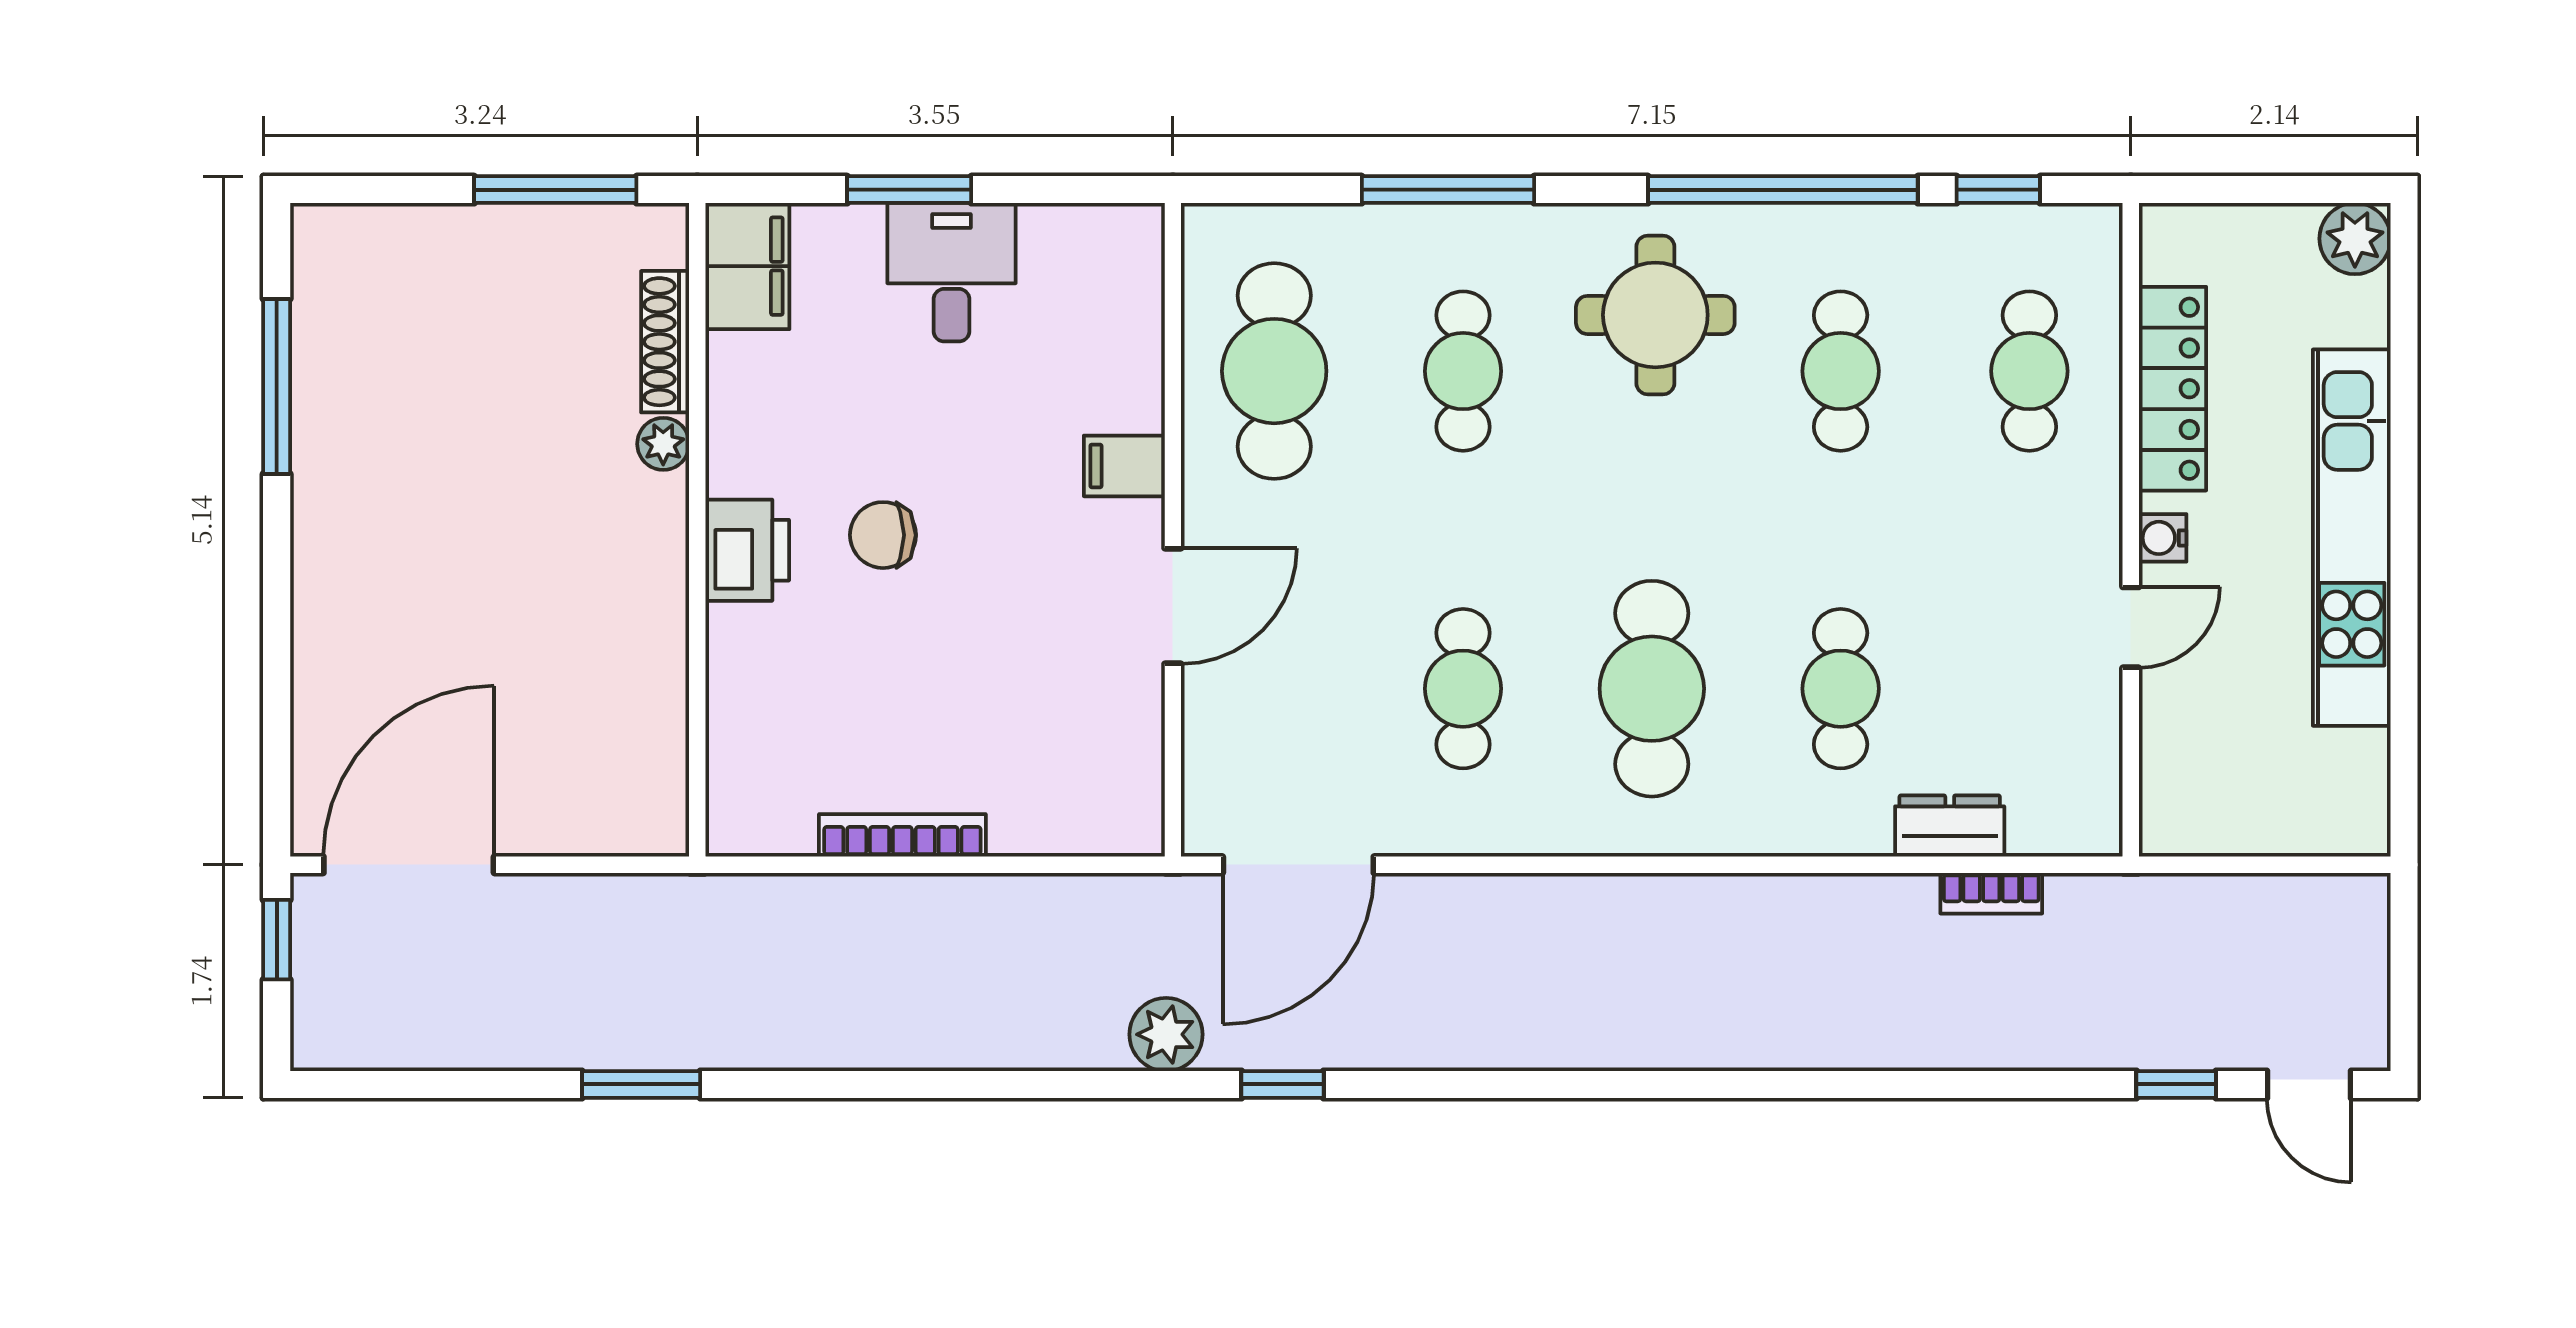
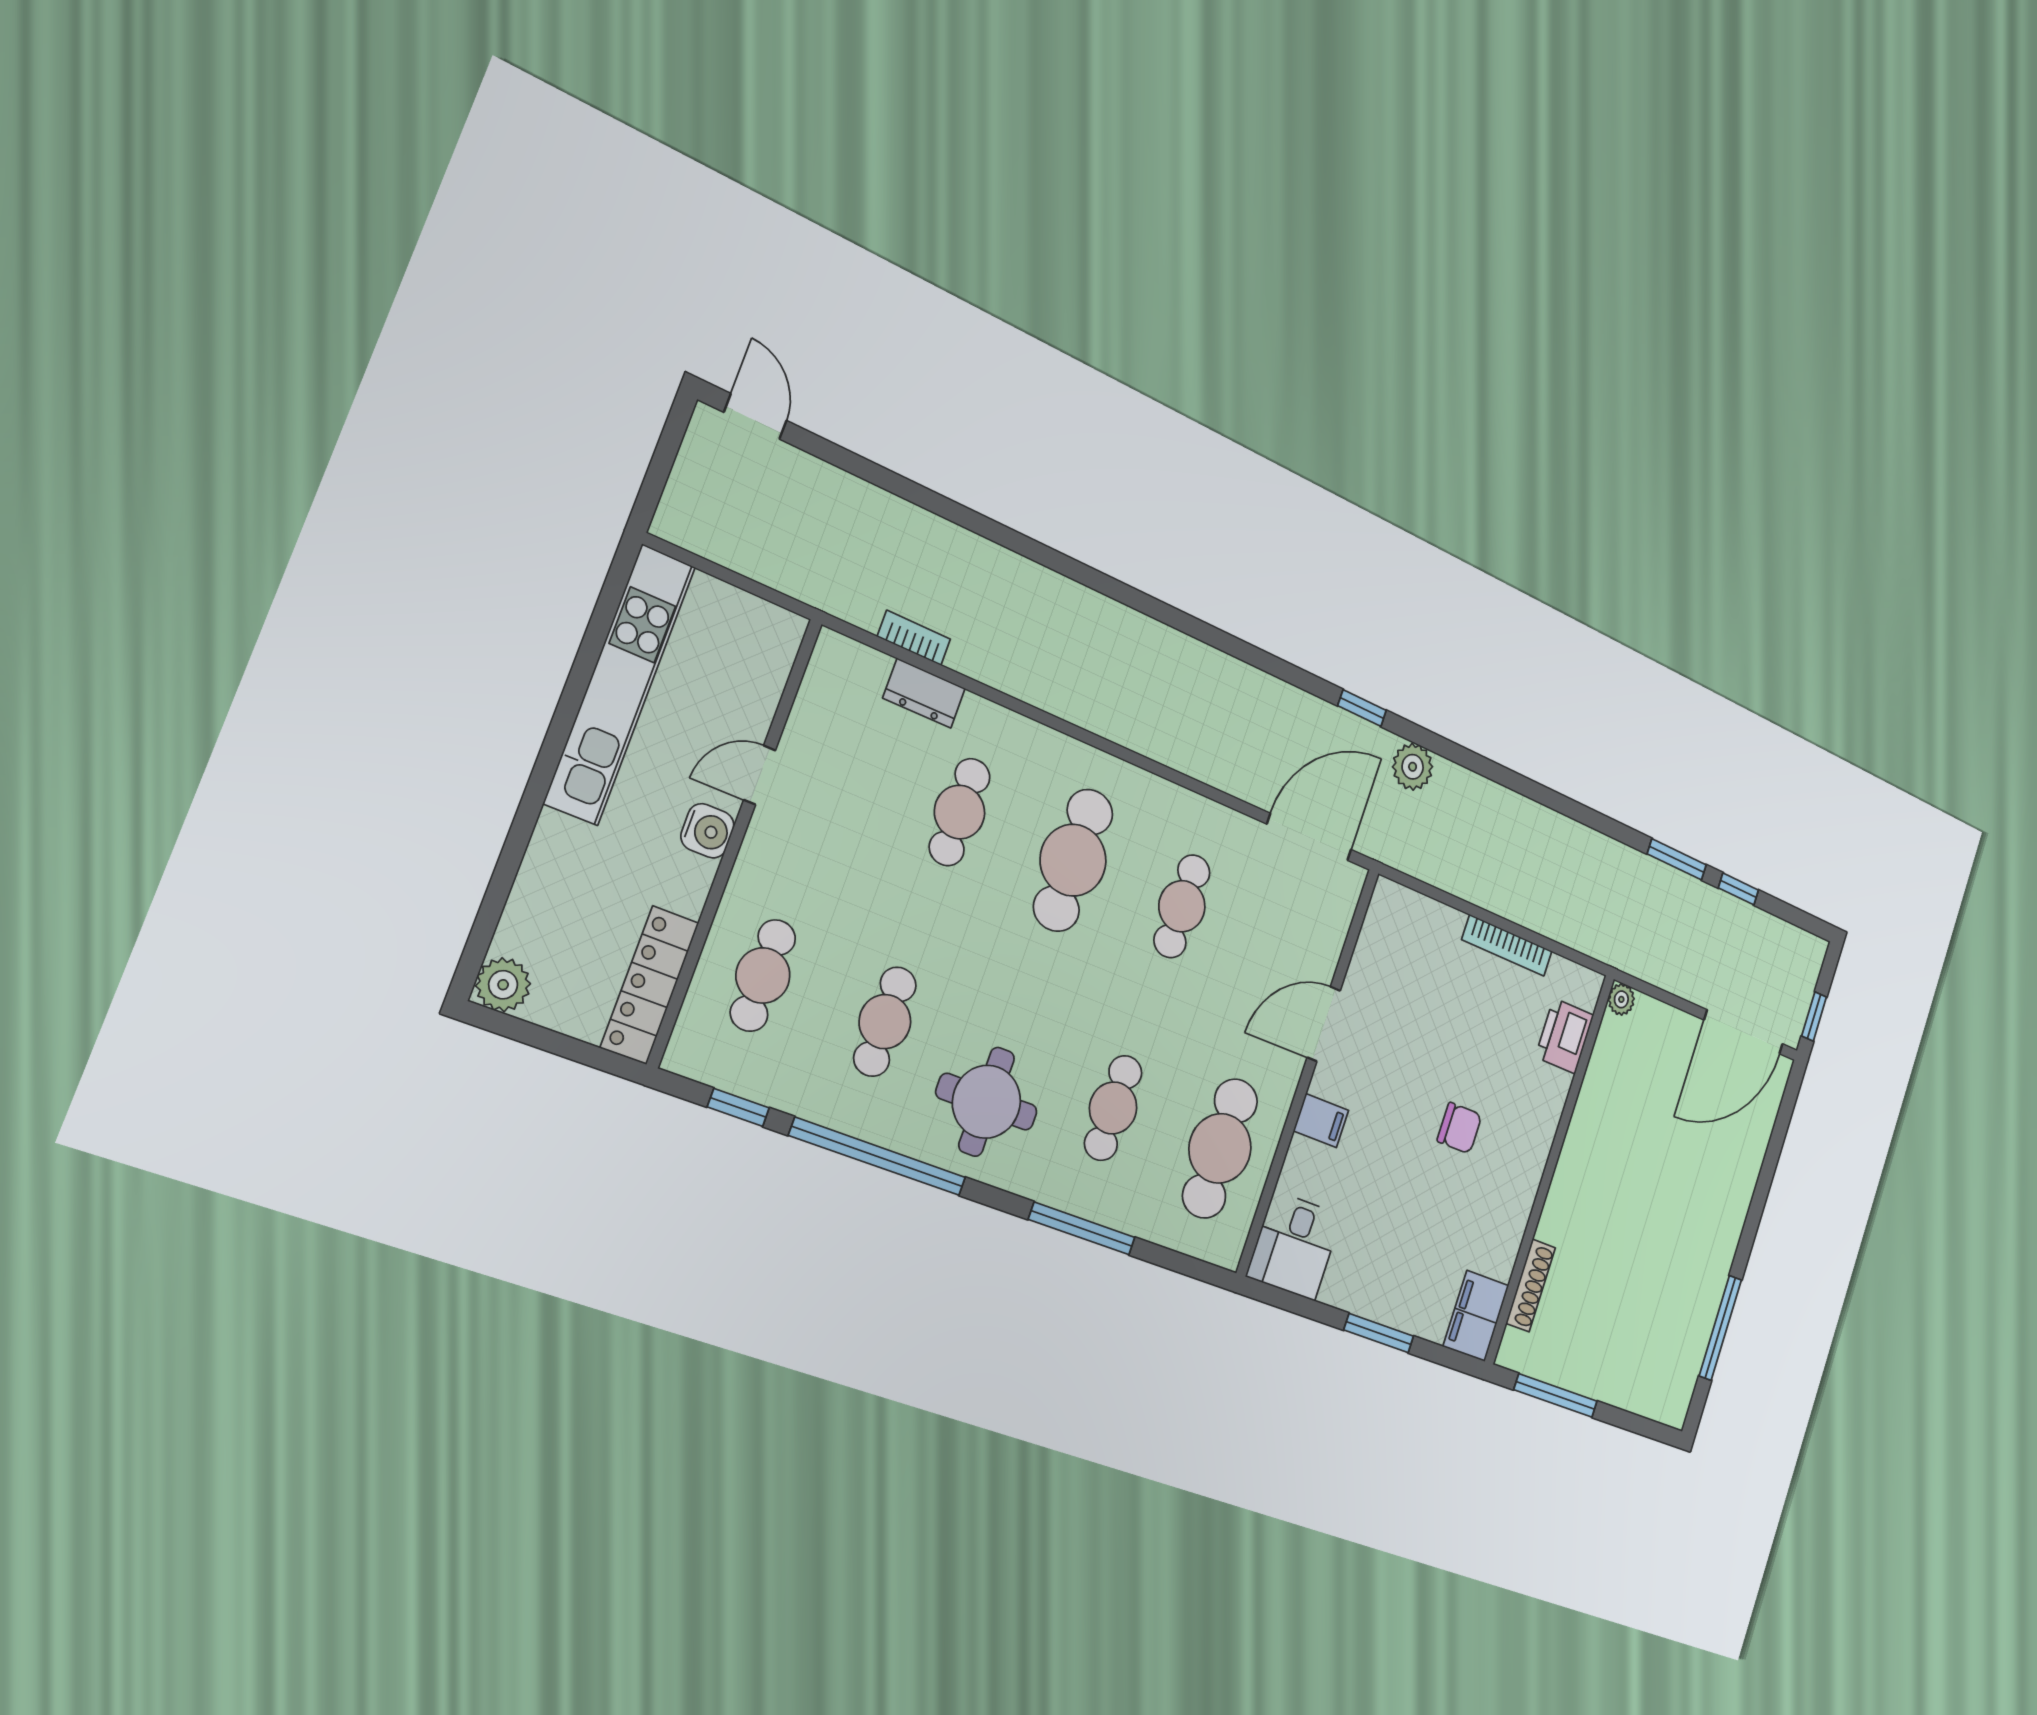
desk: (952, 272) -> (1294, 1246), moved
locker: (2172, 389) -> (650, 985), moved
plant: (663, 444) -> (1621, 999), moved
water cooler: (2163, 538) -> (707, 831), width x1.38, depth x1.38
kitchen unit: (2352, 538) -> (620, 684), moved
printer: (747, 550) -> (1564, 1036), moved
window: (2176, 1084) -> (1738, 889), moved

